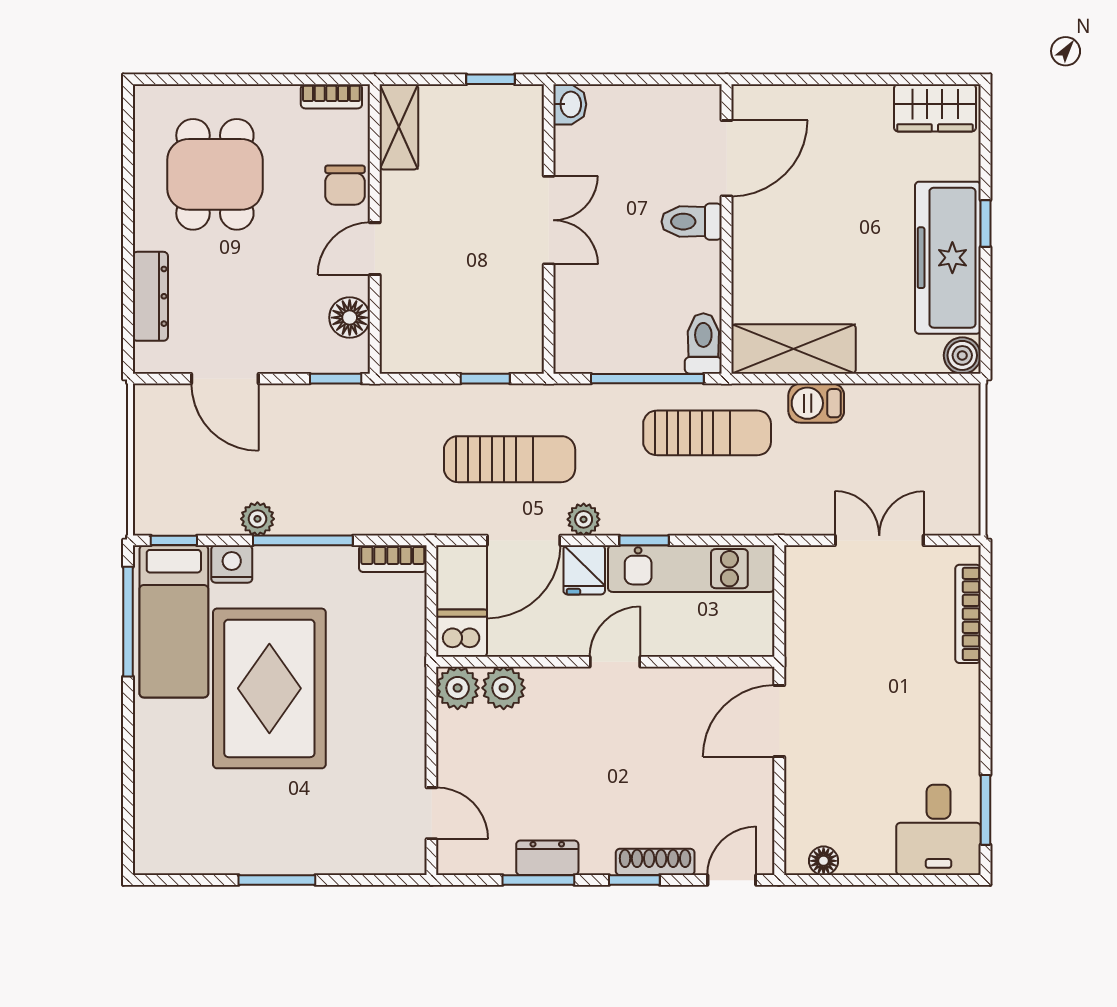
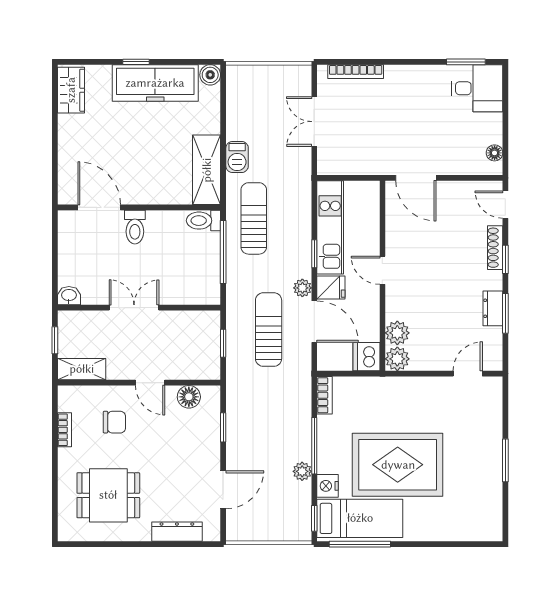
shelving: (399, 127) -> (82, 369), moved
wall: (375, 229) -> (139, 383), moved
door: (375, 249) -> (150, 383), moved
floor lamp: (350, 318) -> (189, 397), moved

